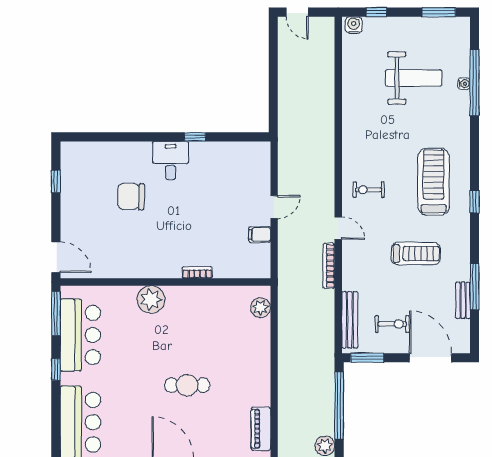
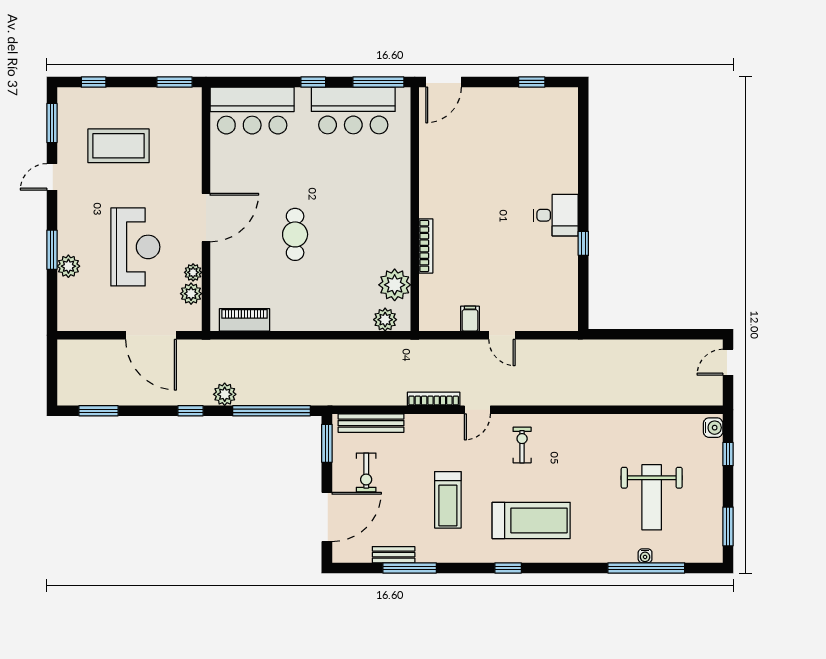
chair: (131, 196) -> (514, 169), removed
bookcase: (197, 272) -> (426, 246), width x1.56
plant: (151, 299) -> (395, 285), moved

